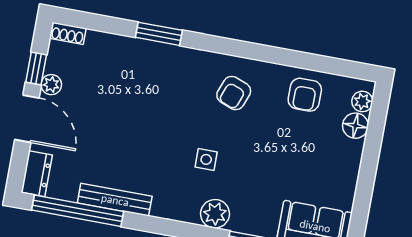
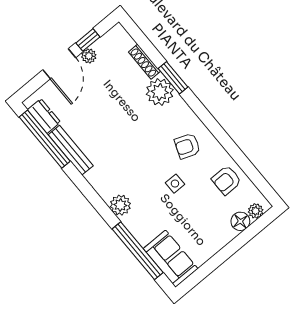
shoe rack: (68, 33) -> (144, 62), moved, width x1.43
plant: (157, 60) -> (160, 92), added
side table: (206, 159) -> (175, 184), moved
dresser: (37, 174) -> (44, 116), moved, turned -90

